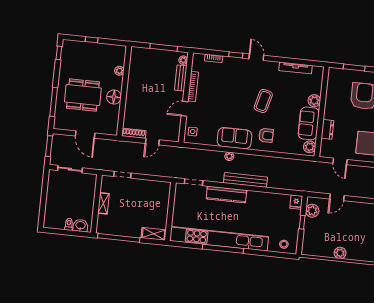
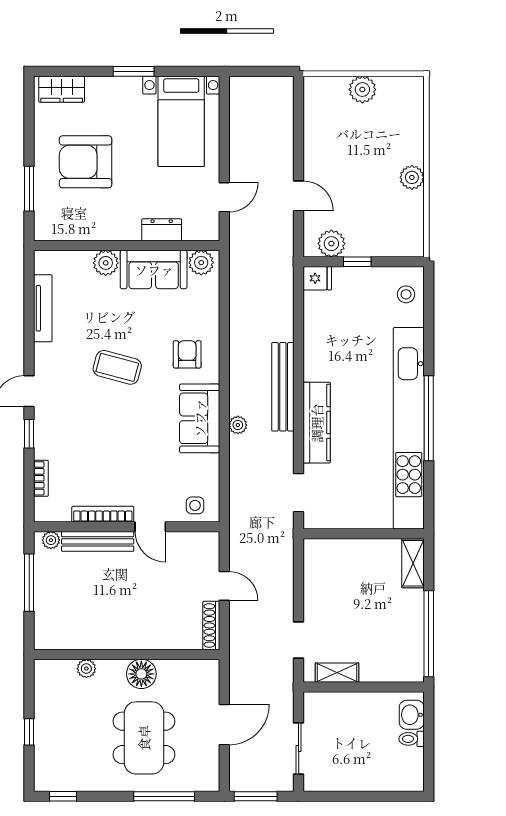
bench: (181, 78) -> (98, 541), width x1.36
shelving: (103, 203) -> (337, 673), moved

